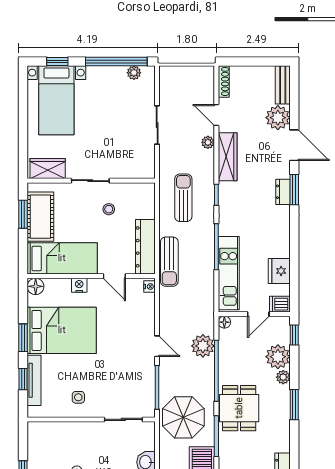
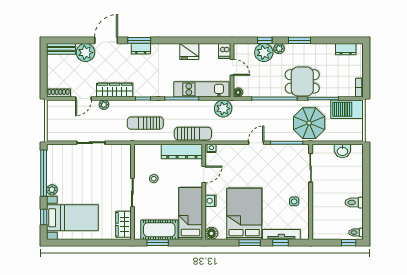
plant: (134, 73) -> (52, 190), moved
fridge: (279, 271) -> (189, 52), moved
window: (294, 335) -> (265, 40), moved
plant: (203, 346) -> (223, 109), moved

